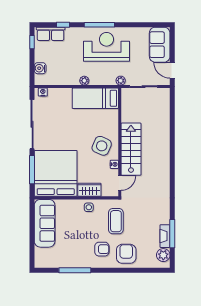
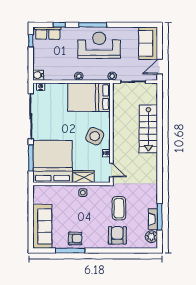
water cooler: (40, 68) -> (38, 75), moved
door: (172, 70) -> (160, 67), hinge flipped
bed: (95, 98) -> (89, 97), width x1.50
stairs: (131, 149) -> (148, 129), moved, turned 180
door: (120, 183) -> (111, 170), hinge flipped
coffee table: (116, 221) -> (119, 208), moved
sofa: (45, 223) -> (42, 226), moved
armchair: (102, 249) -> (75, 239), moved

